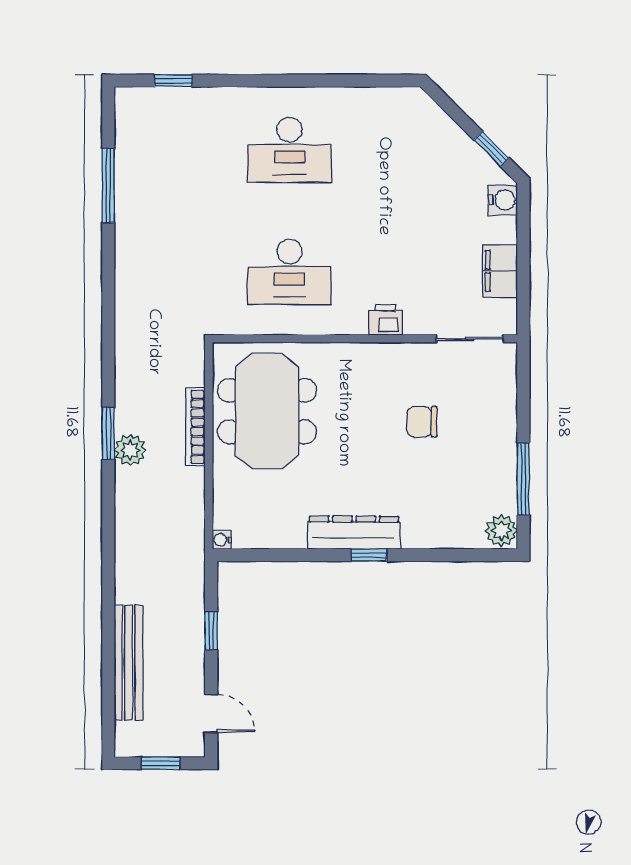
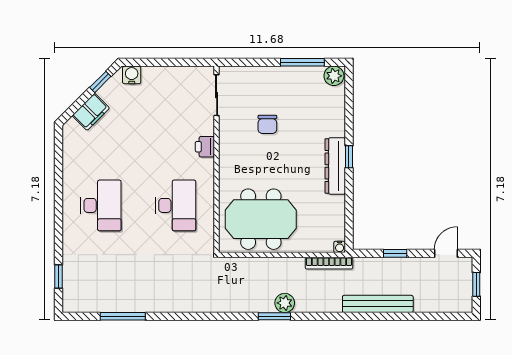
filing cabinet: (500, 271) -> (91, 112), moved, turned -45
bookcase: (195, 427) -> (329, 263), moved
bench: (129, 663) -> (378, 304), moved

